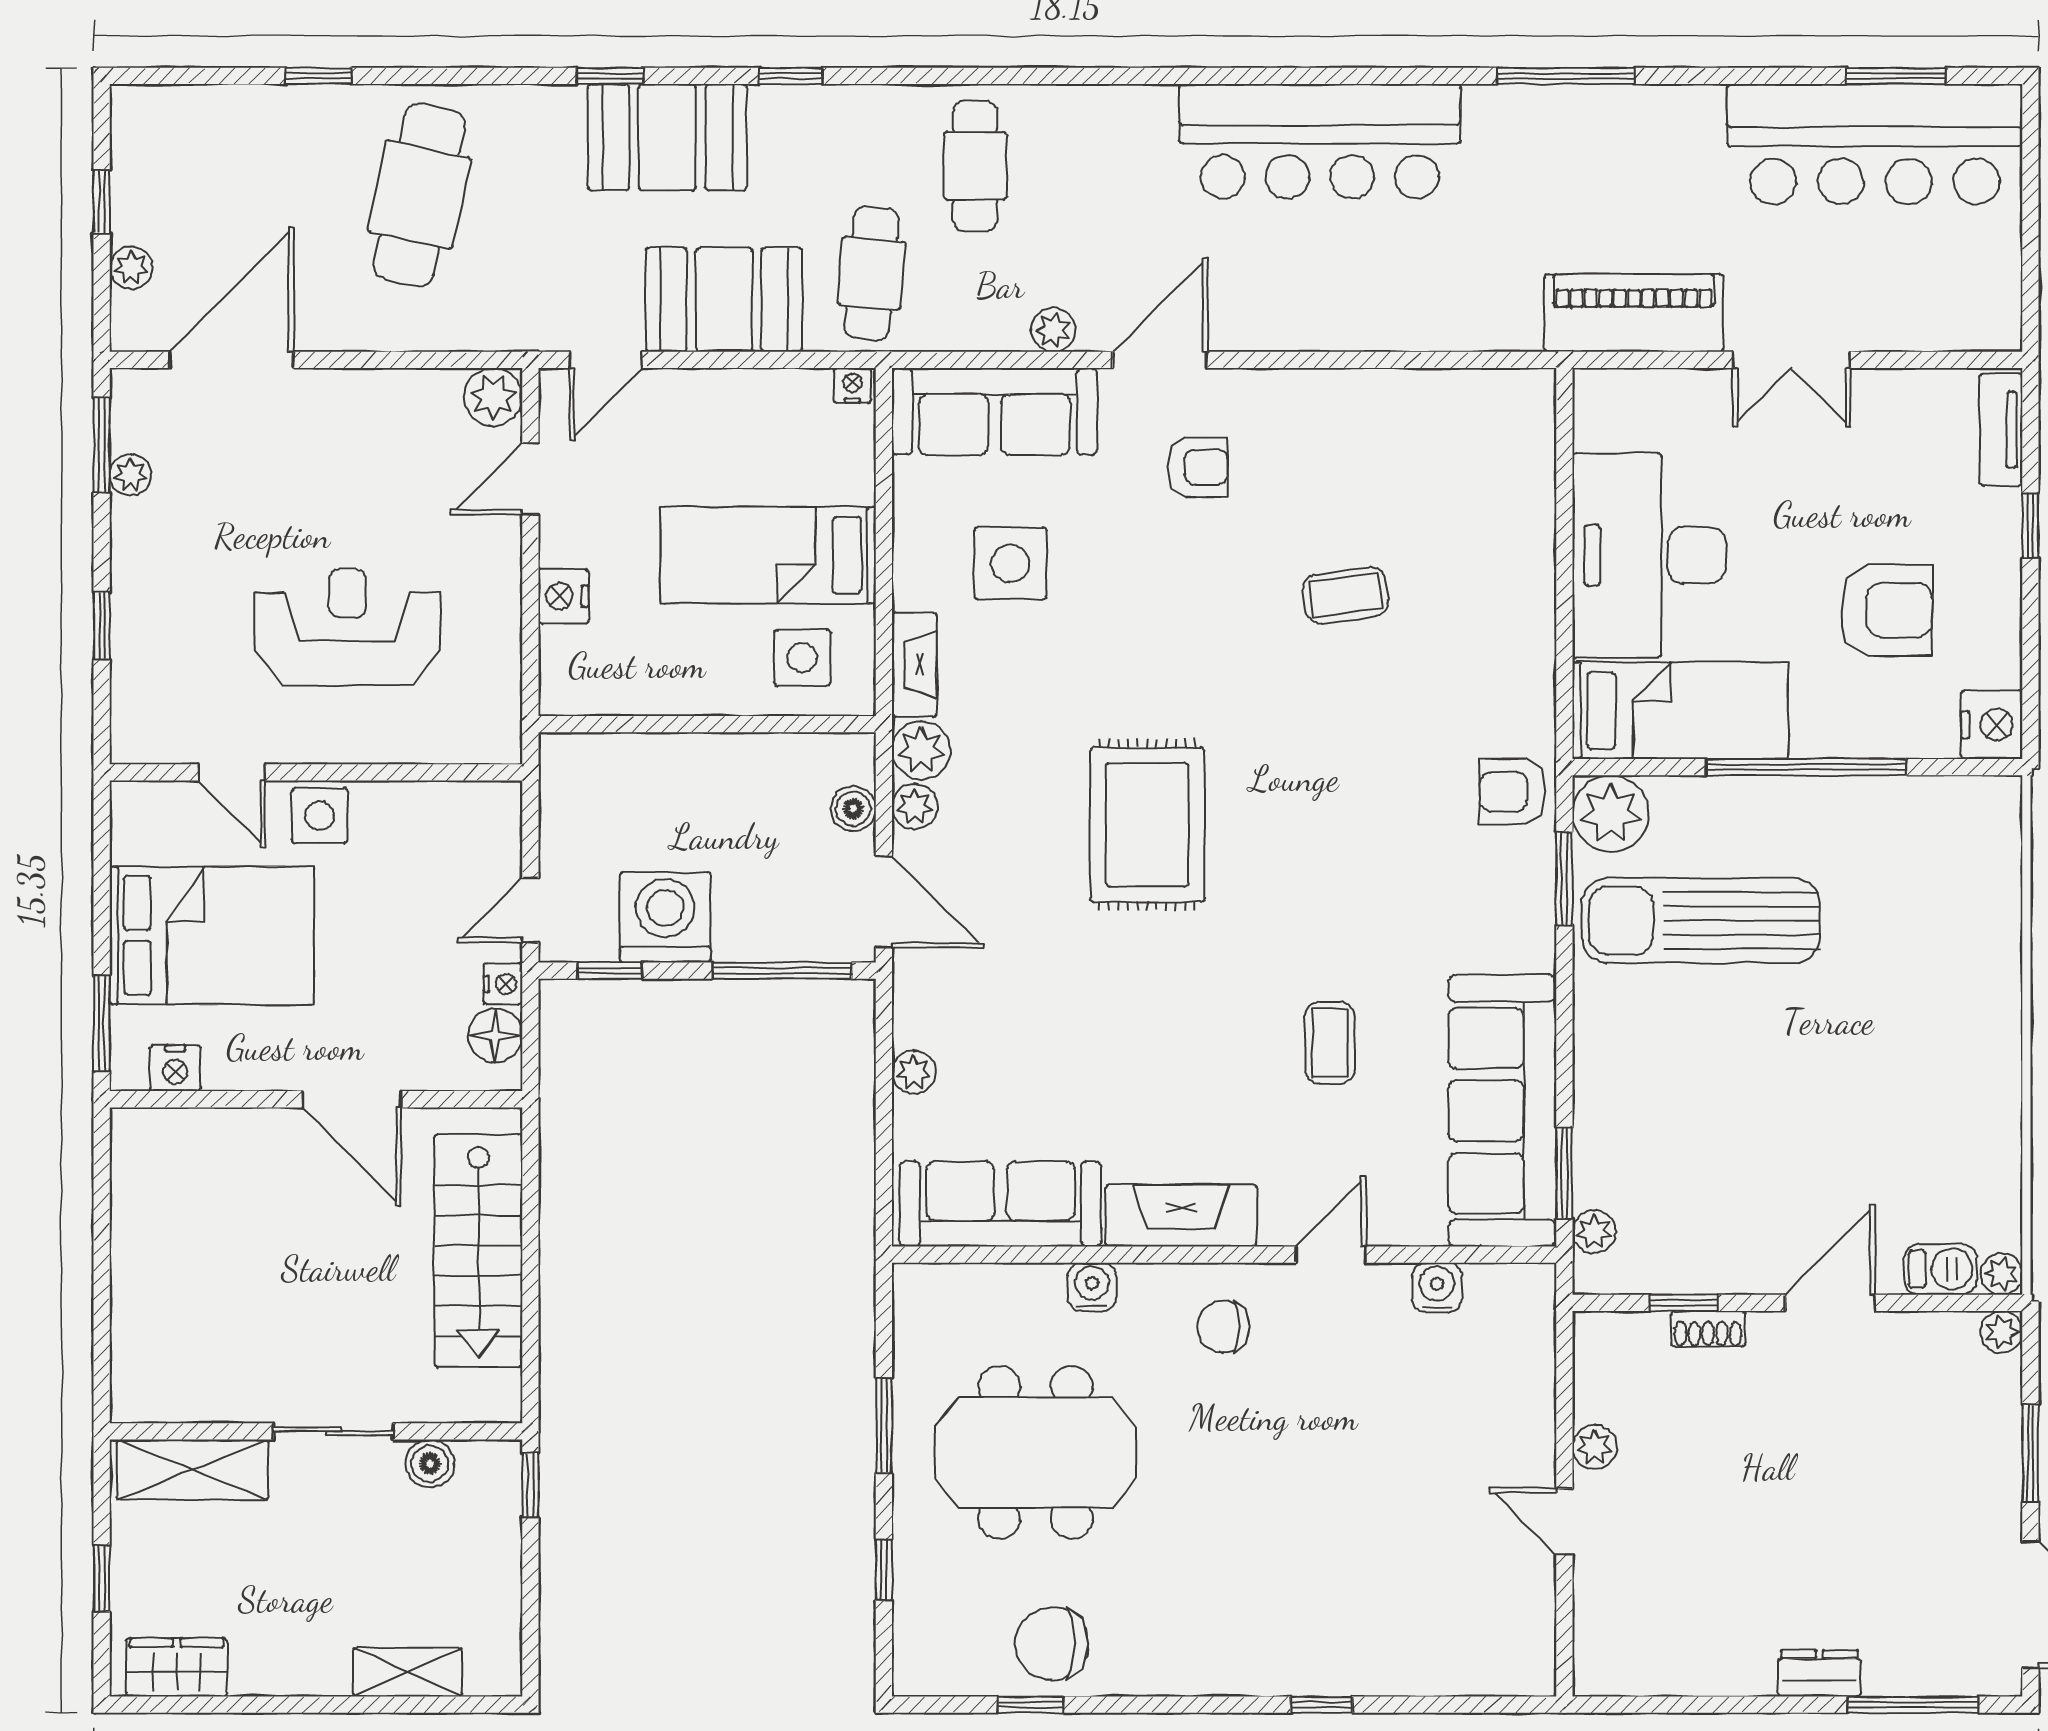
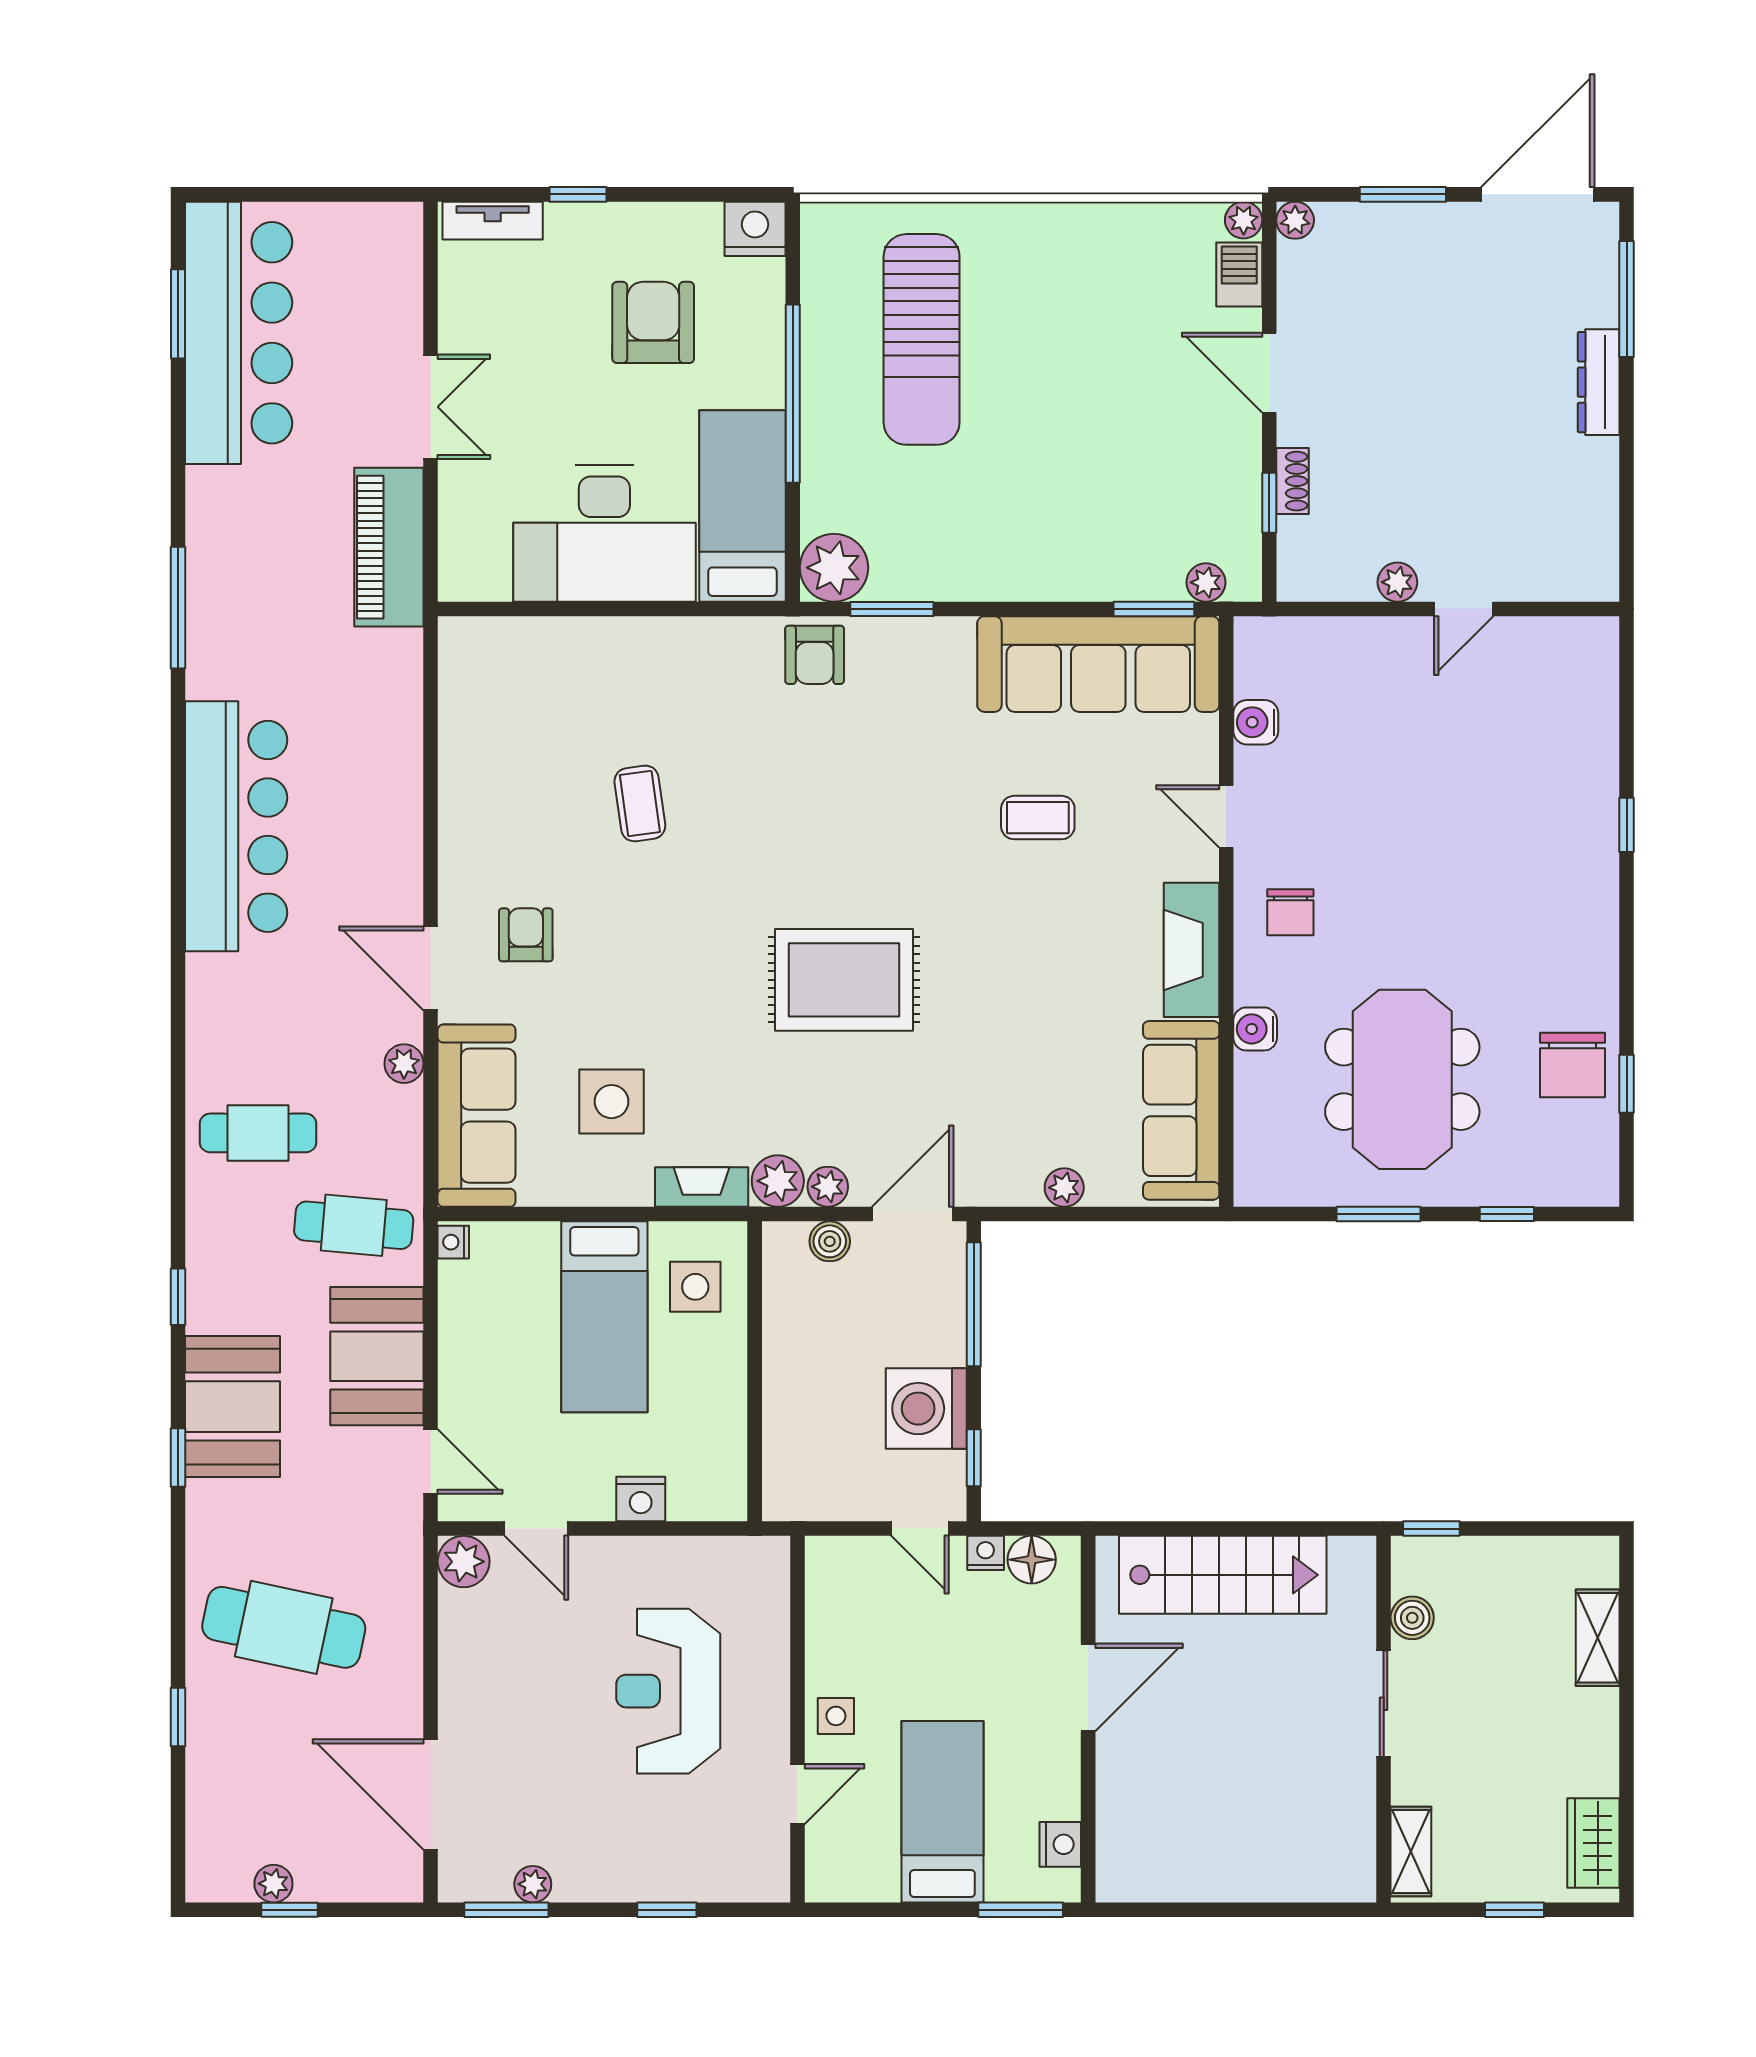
plant: (131, 268) -> (273, 1884), moved
side table: (320, 816) -> (836, 1716), width x0.73, depth x0.73
sun lounger: (1701, 920) -> (922, 339), moved
bed: (212, 935) -> (942, 1812), width x0.67
shelving: (192, 1470) -> (1411, 1851), width x0.67, depth x0.75
dresser: (1819, 1673) -> (1599, 382), width x1.44

